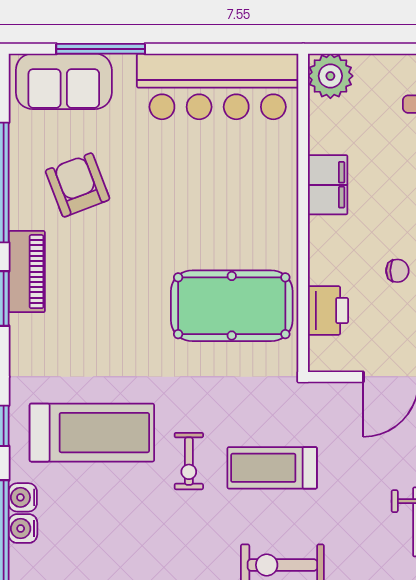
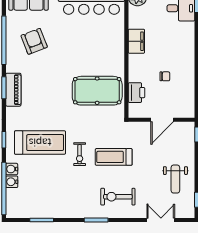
piano: (27, 272) -> (13, 90), moved

